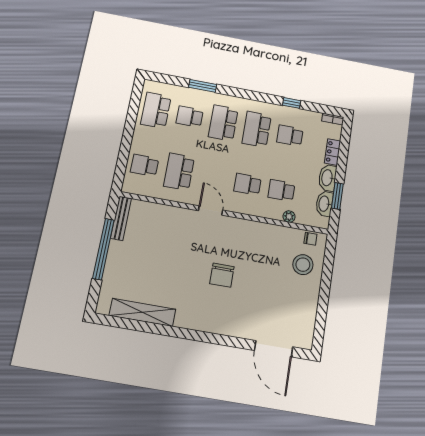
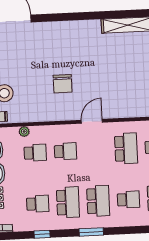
window: (203, 86) -> (91, 232), moved
door: (211, 210) -> (92, 121), swing flipped
chair: (222, 275) -> (63, 84), moved, turned 180

